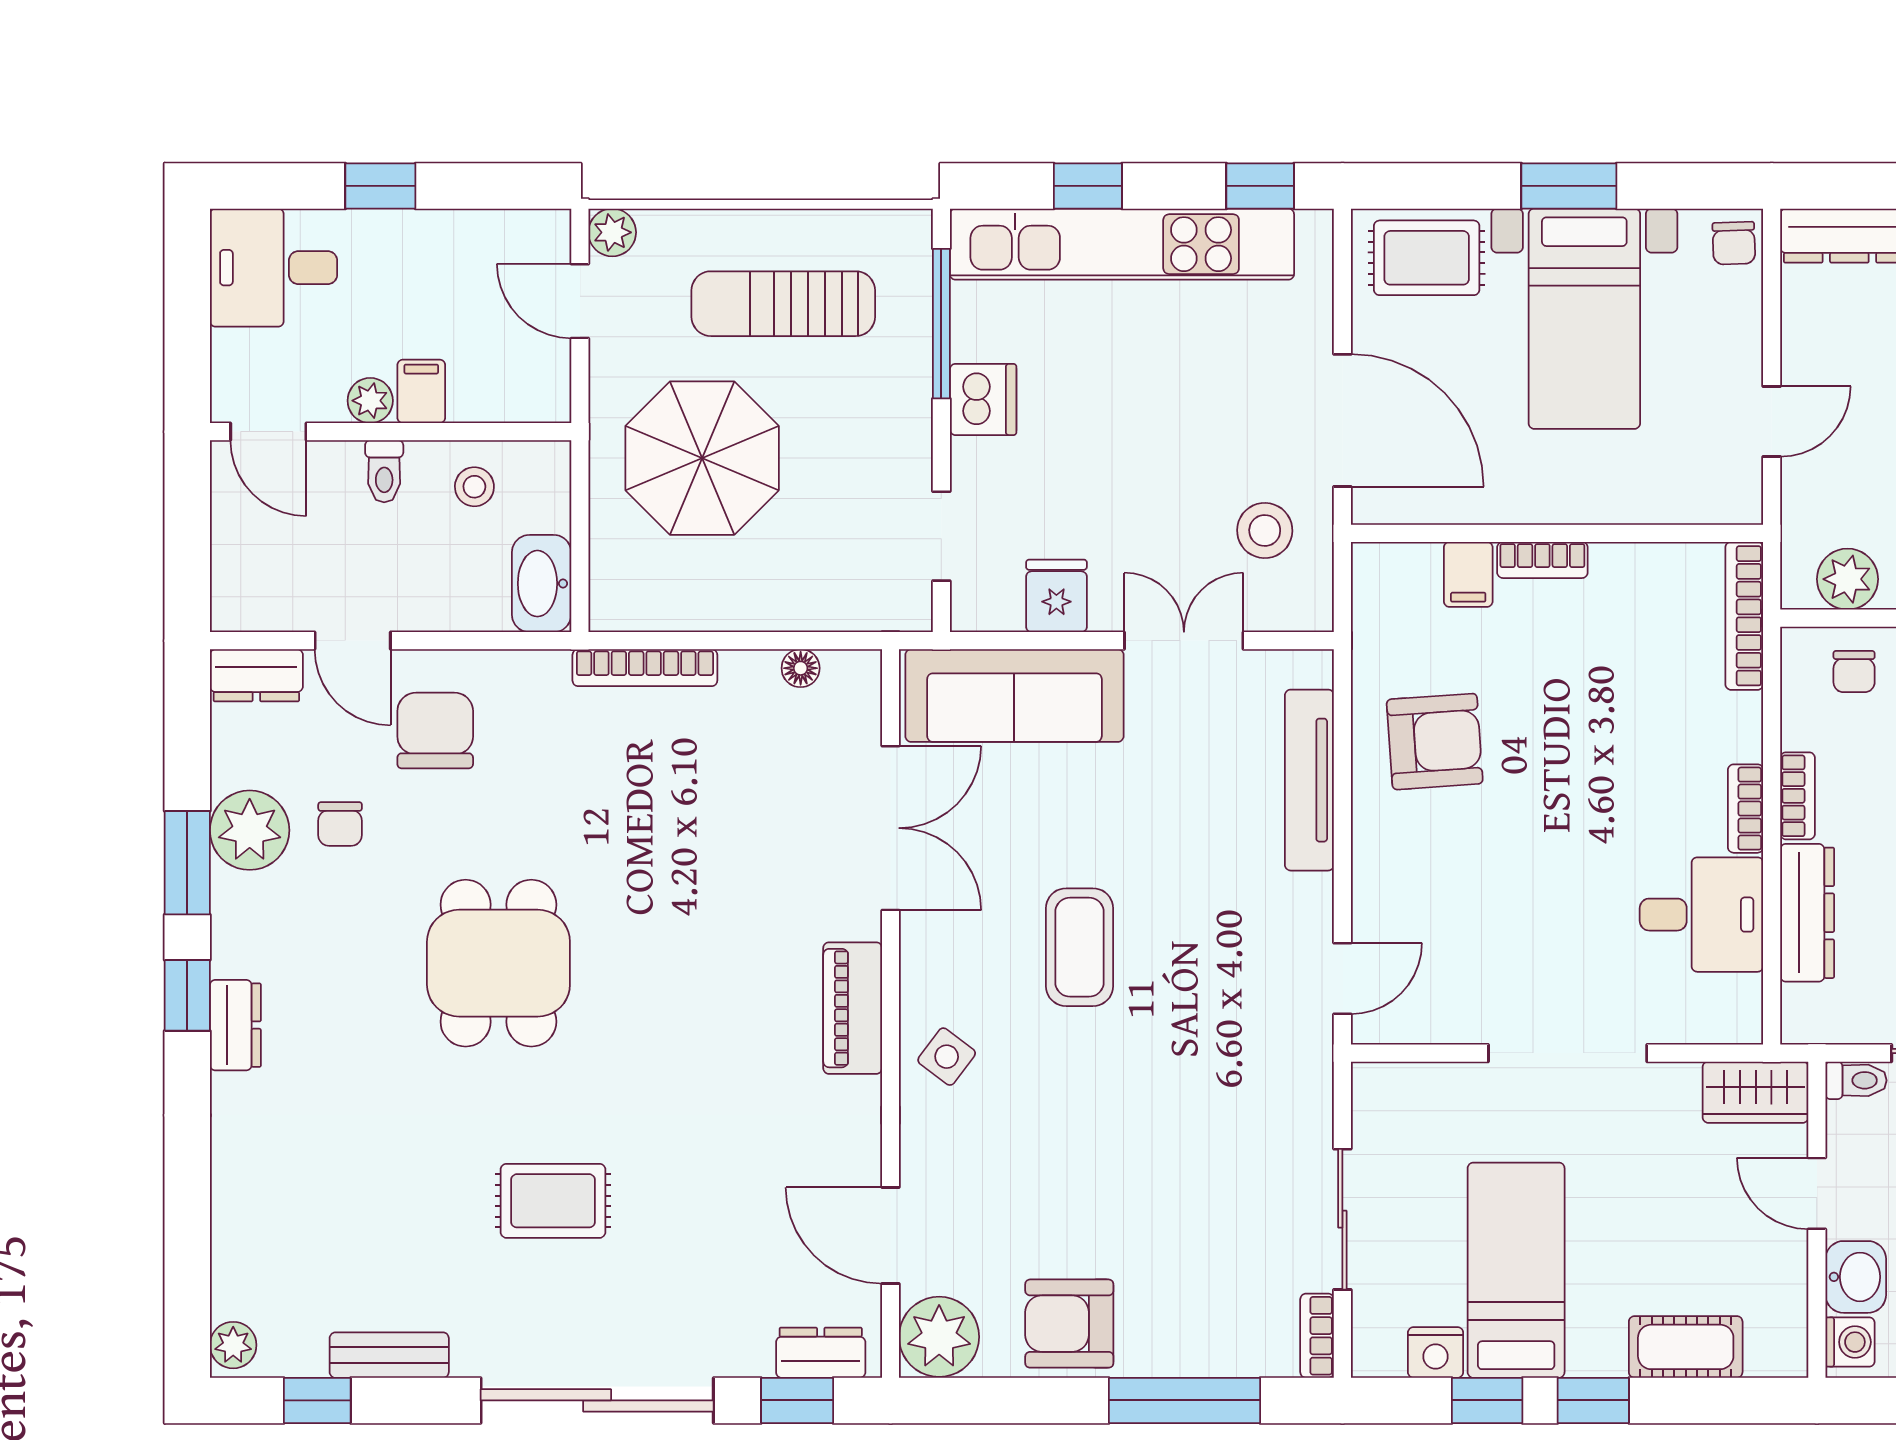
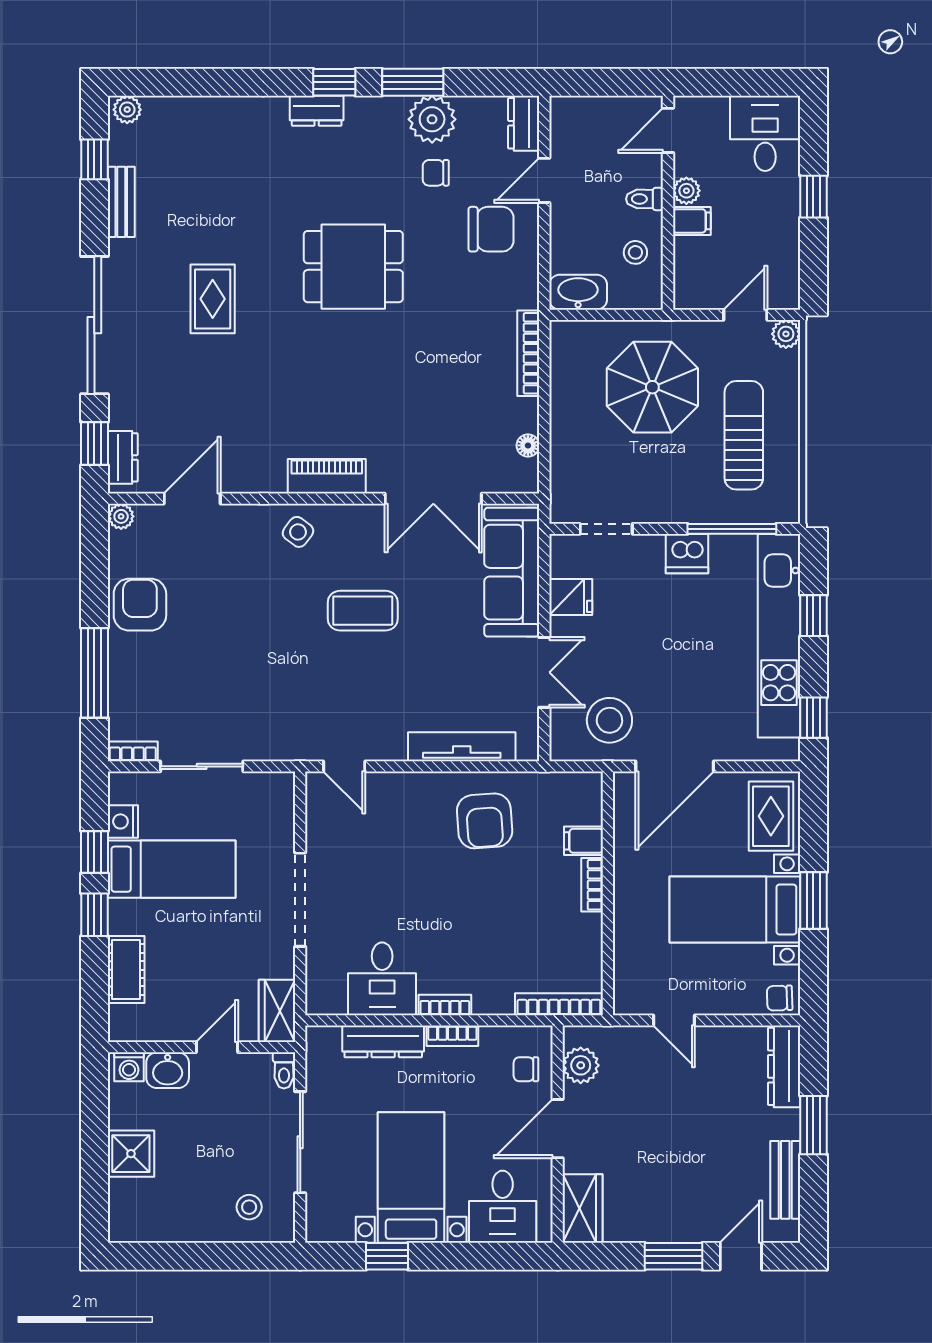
stool: (1265, 531) -> (609, 720), width x1.38, depth x1.38
plant: (939, 1337) -> (121, 516), width x0.53, depth x0.53

